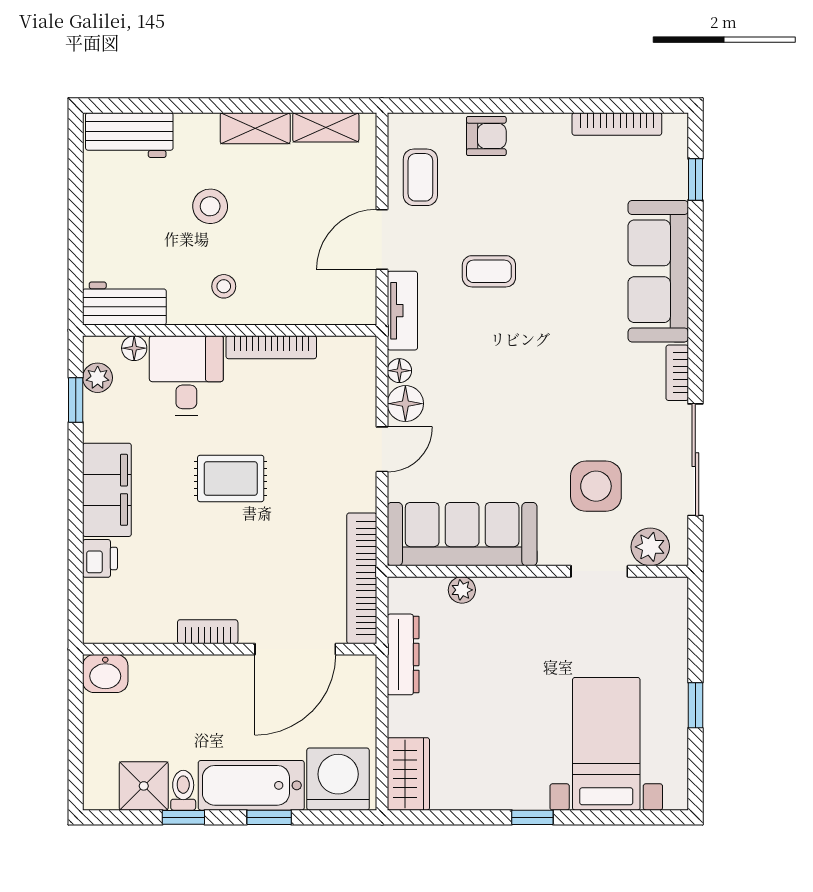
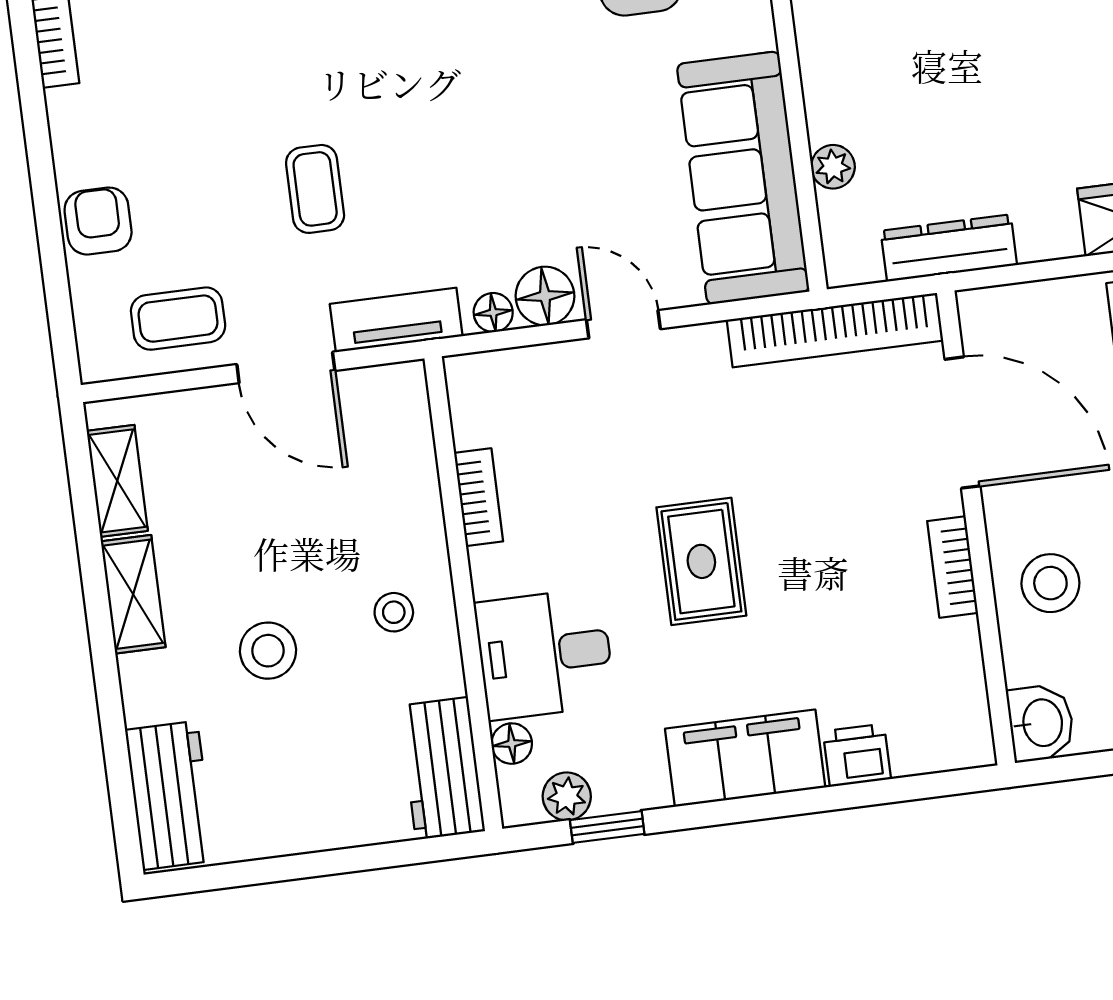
bookcase: (271, 347) -> (479, 497), width x0.64
stool: (190, 690) -> (1050, 583), added

